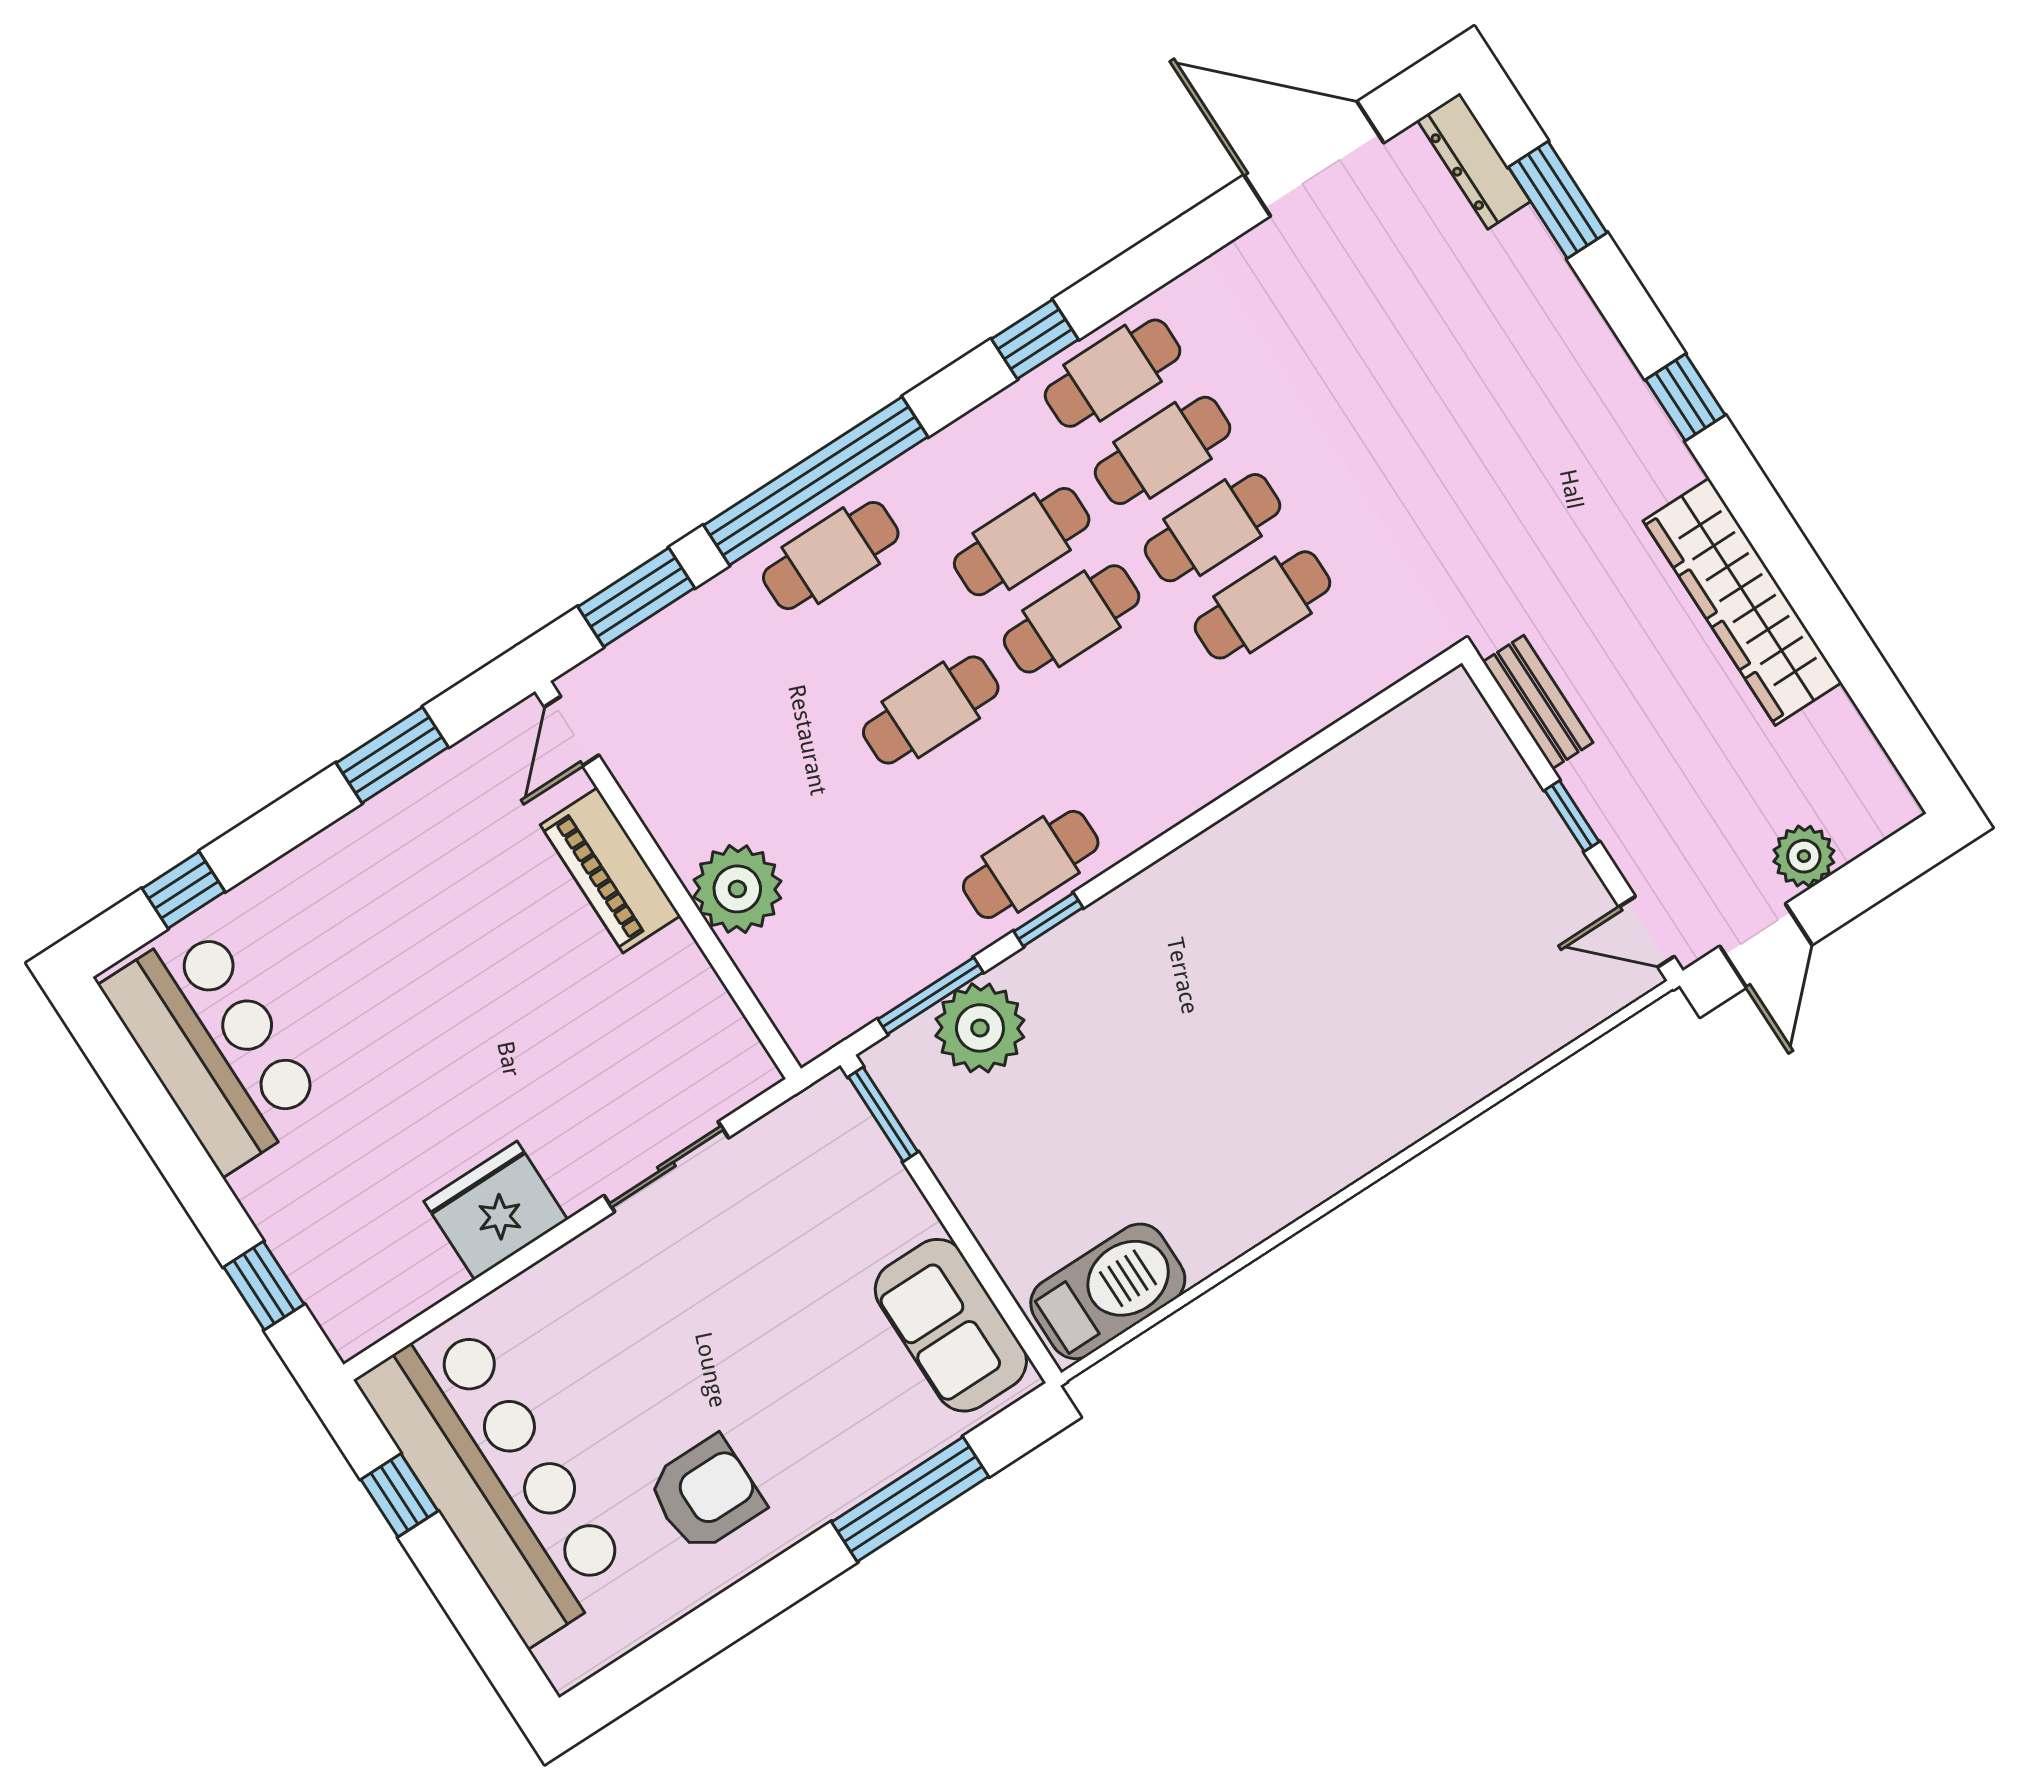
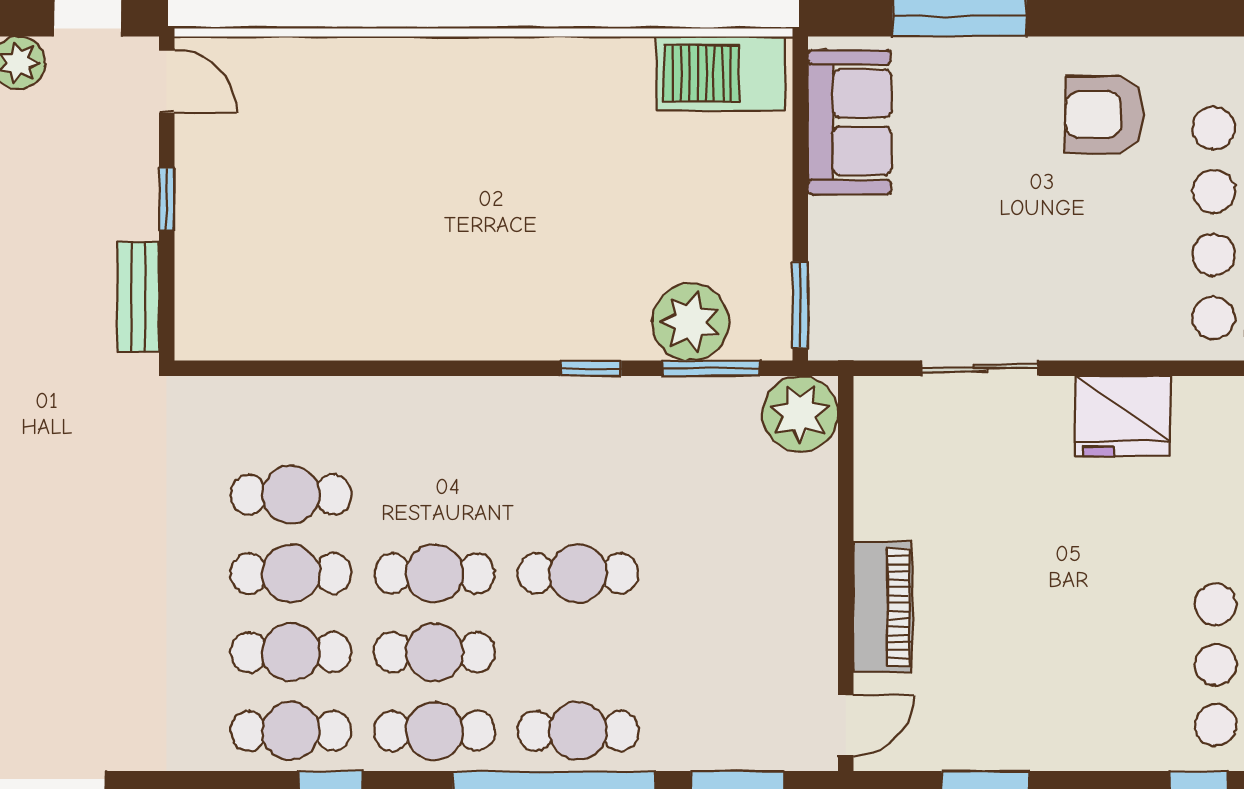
cafe table: (1031, 864) -> (434, 731), moved
plant: (737, 889) -> (800, 414), moved

